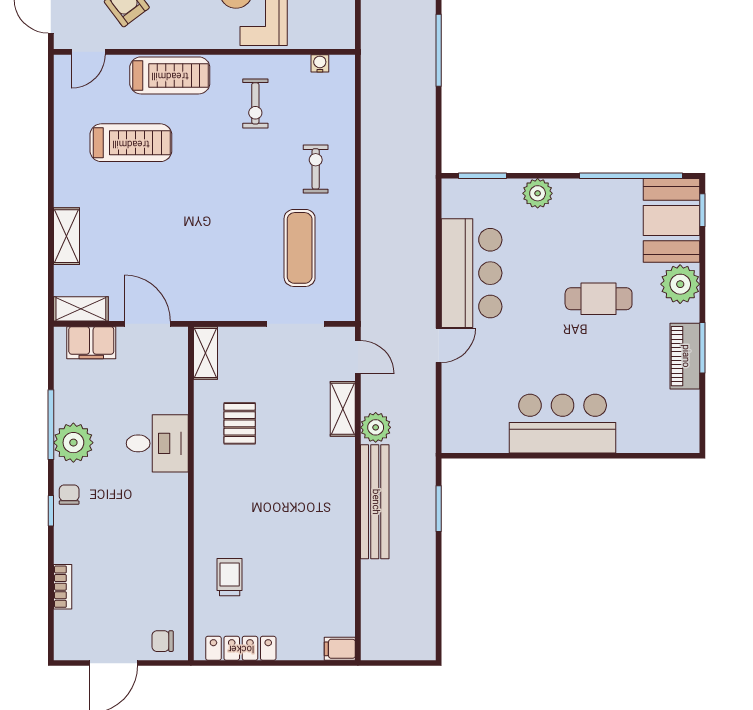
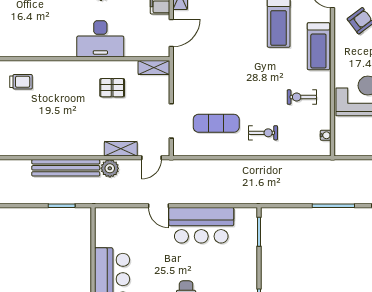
plant: (538, 193) -> (249, 264), removed
desk: (157, 443) -> (100, 39), width x1.37

